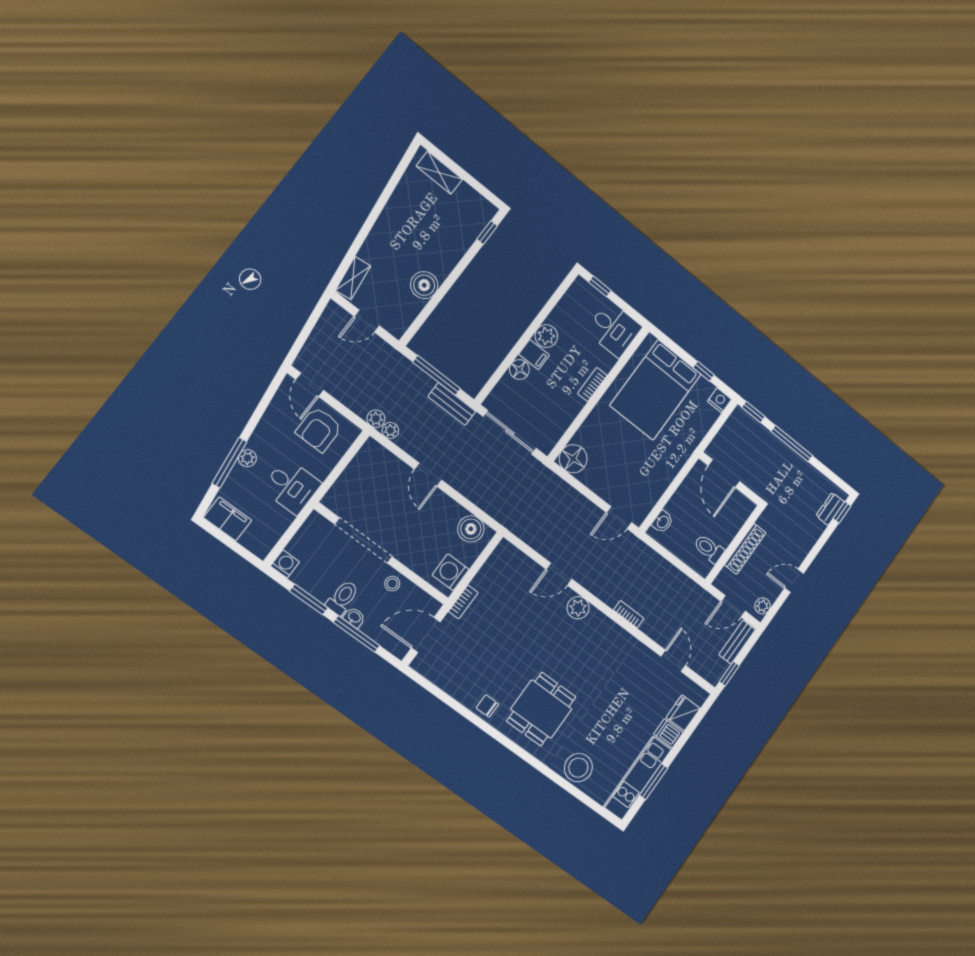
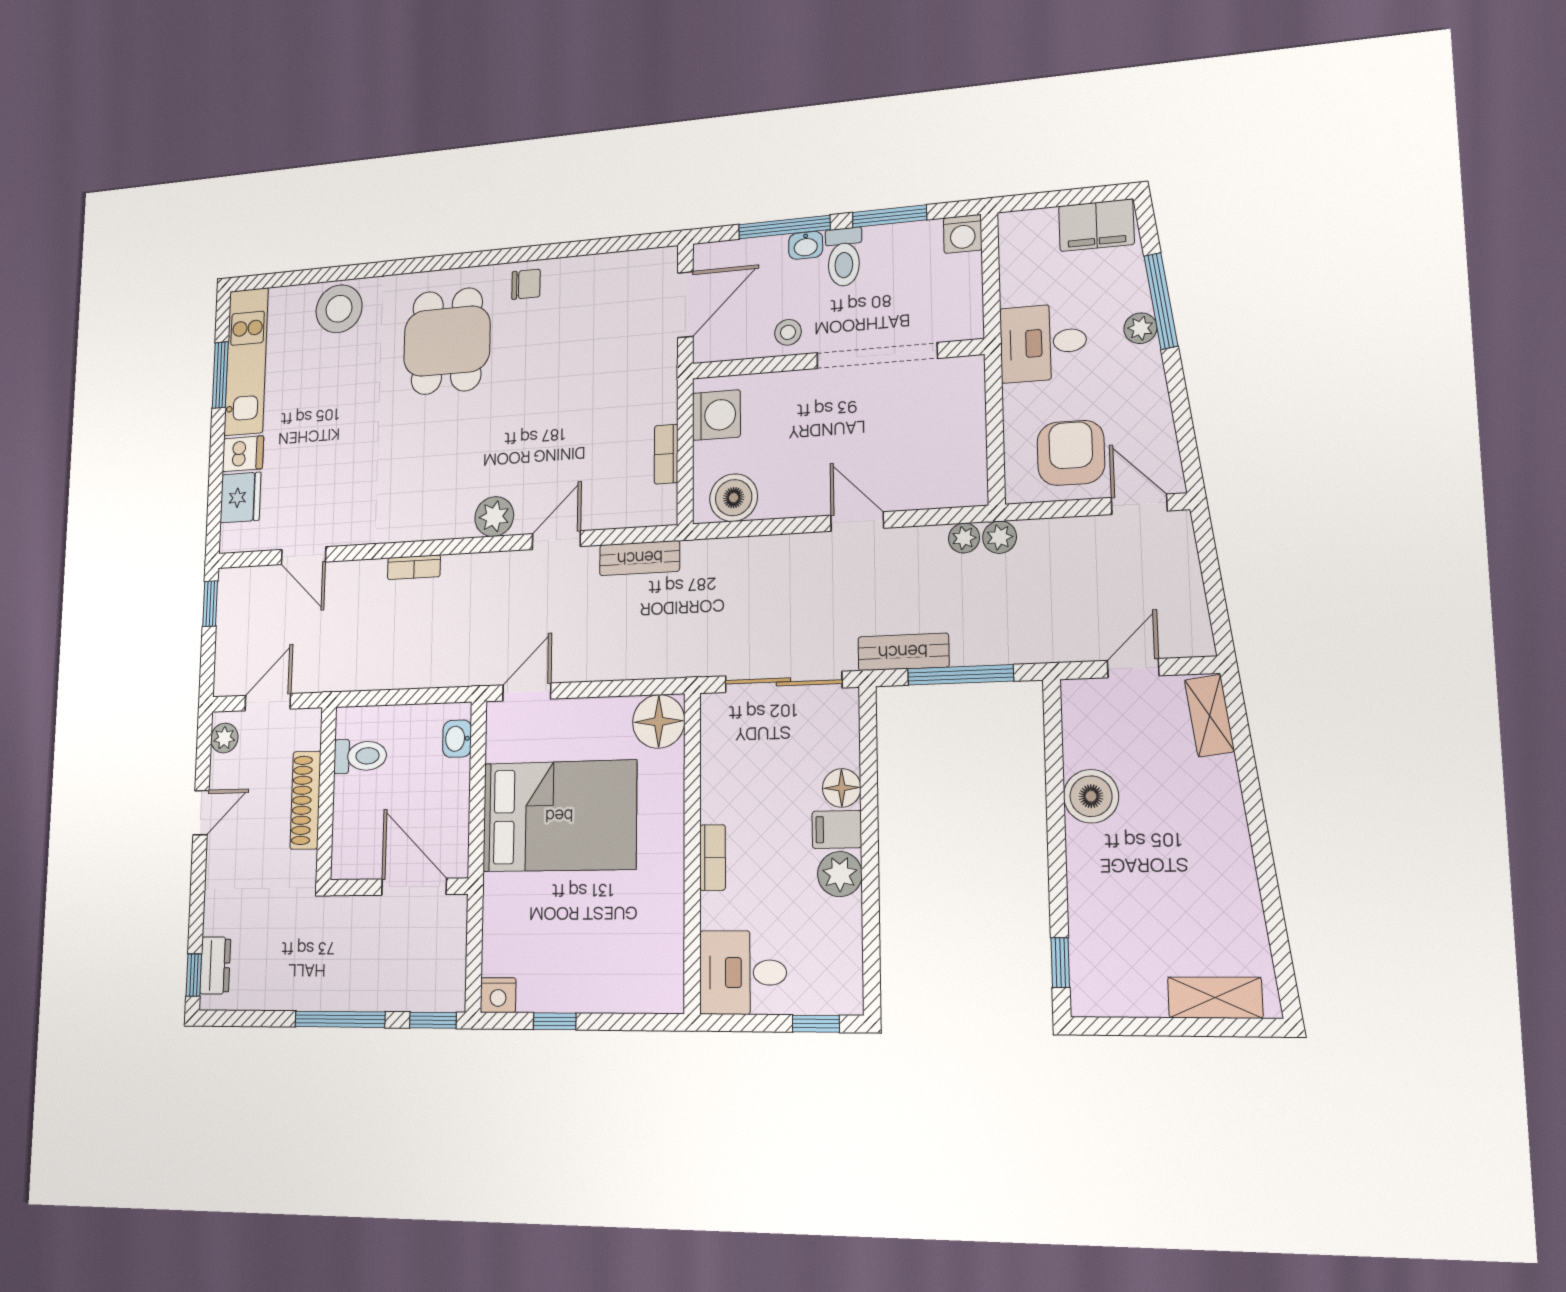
bed: (656, 390) -> (559, 816), moved, turned 90
bookcase: (463, 602) -> (666, 454), moved
bench: (737, 642) -> (640, 558), moved, turned 90

